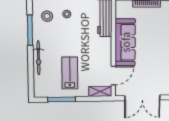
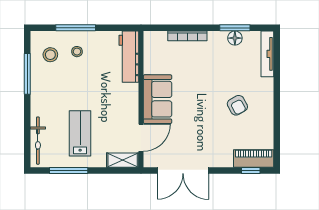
sofa: (125, 42) -> (157, 99), width x0.73
bicycle: (38, 58) -> (38, 141), moved

